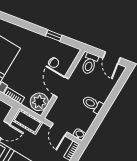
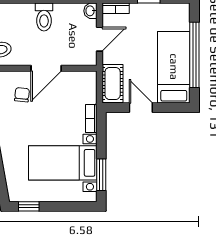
plant: (39, 102) -> (80, 84), removed

